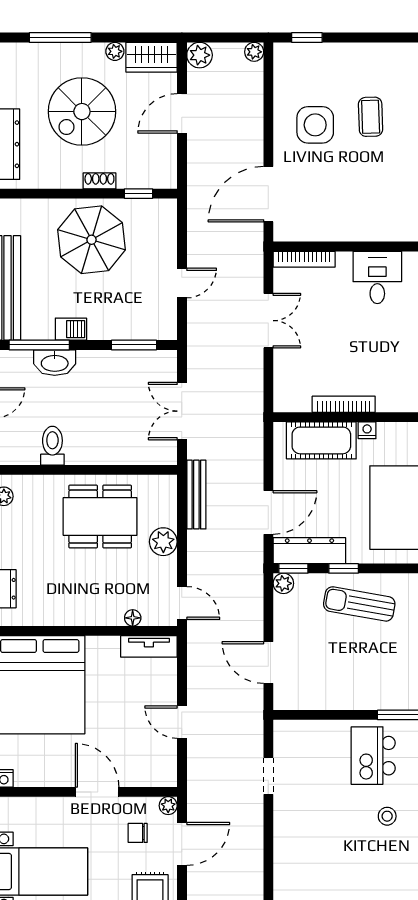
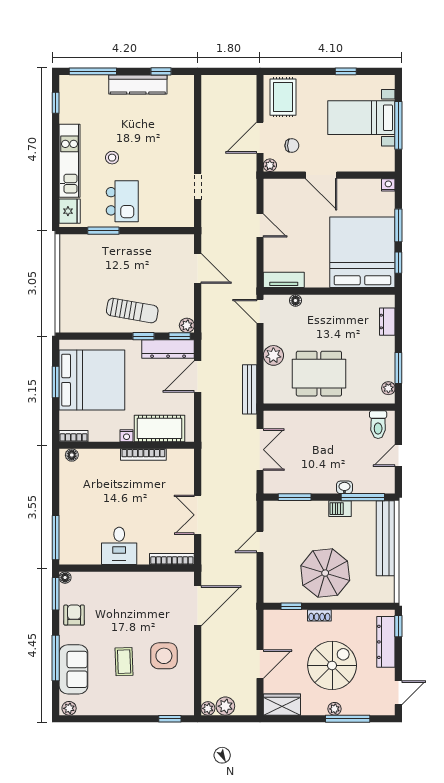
plant: (115, 51) -> (335, 709), moved
plant: (200, 55) -> (225, 706), moved
washbasin: (55, 363) -> (344, 487), width x0.52, depth x0.69
toilet: (52, 446) -> (378, 425), moved

